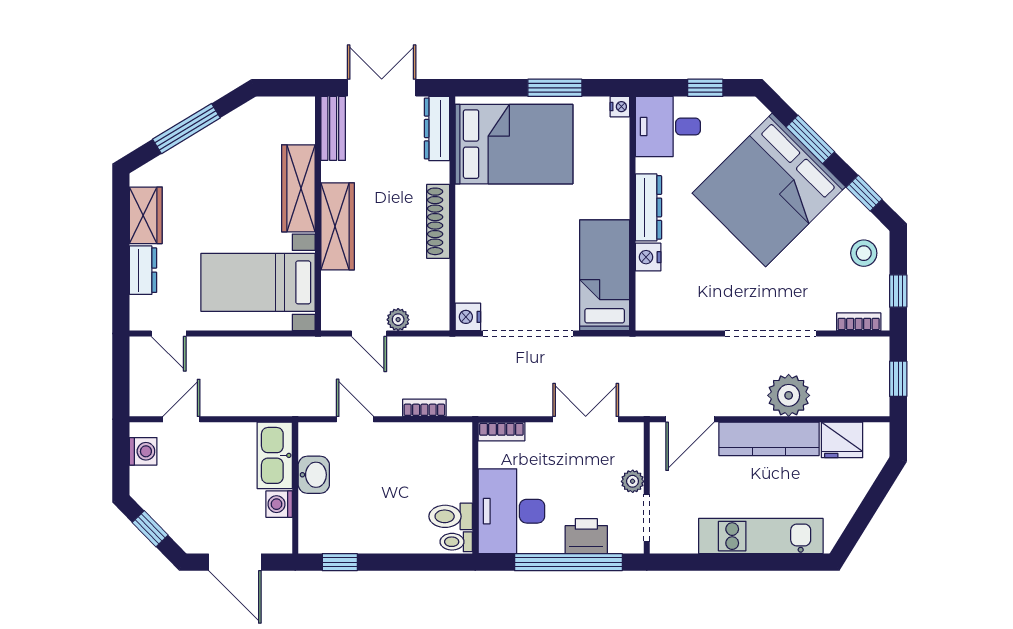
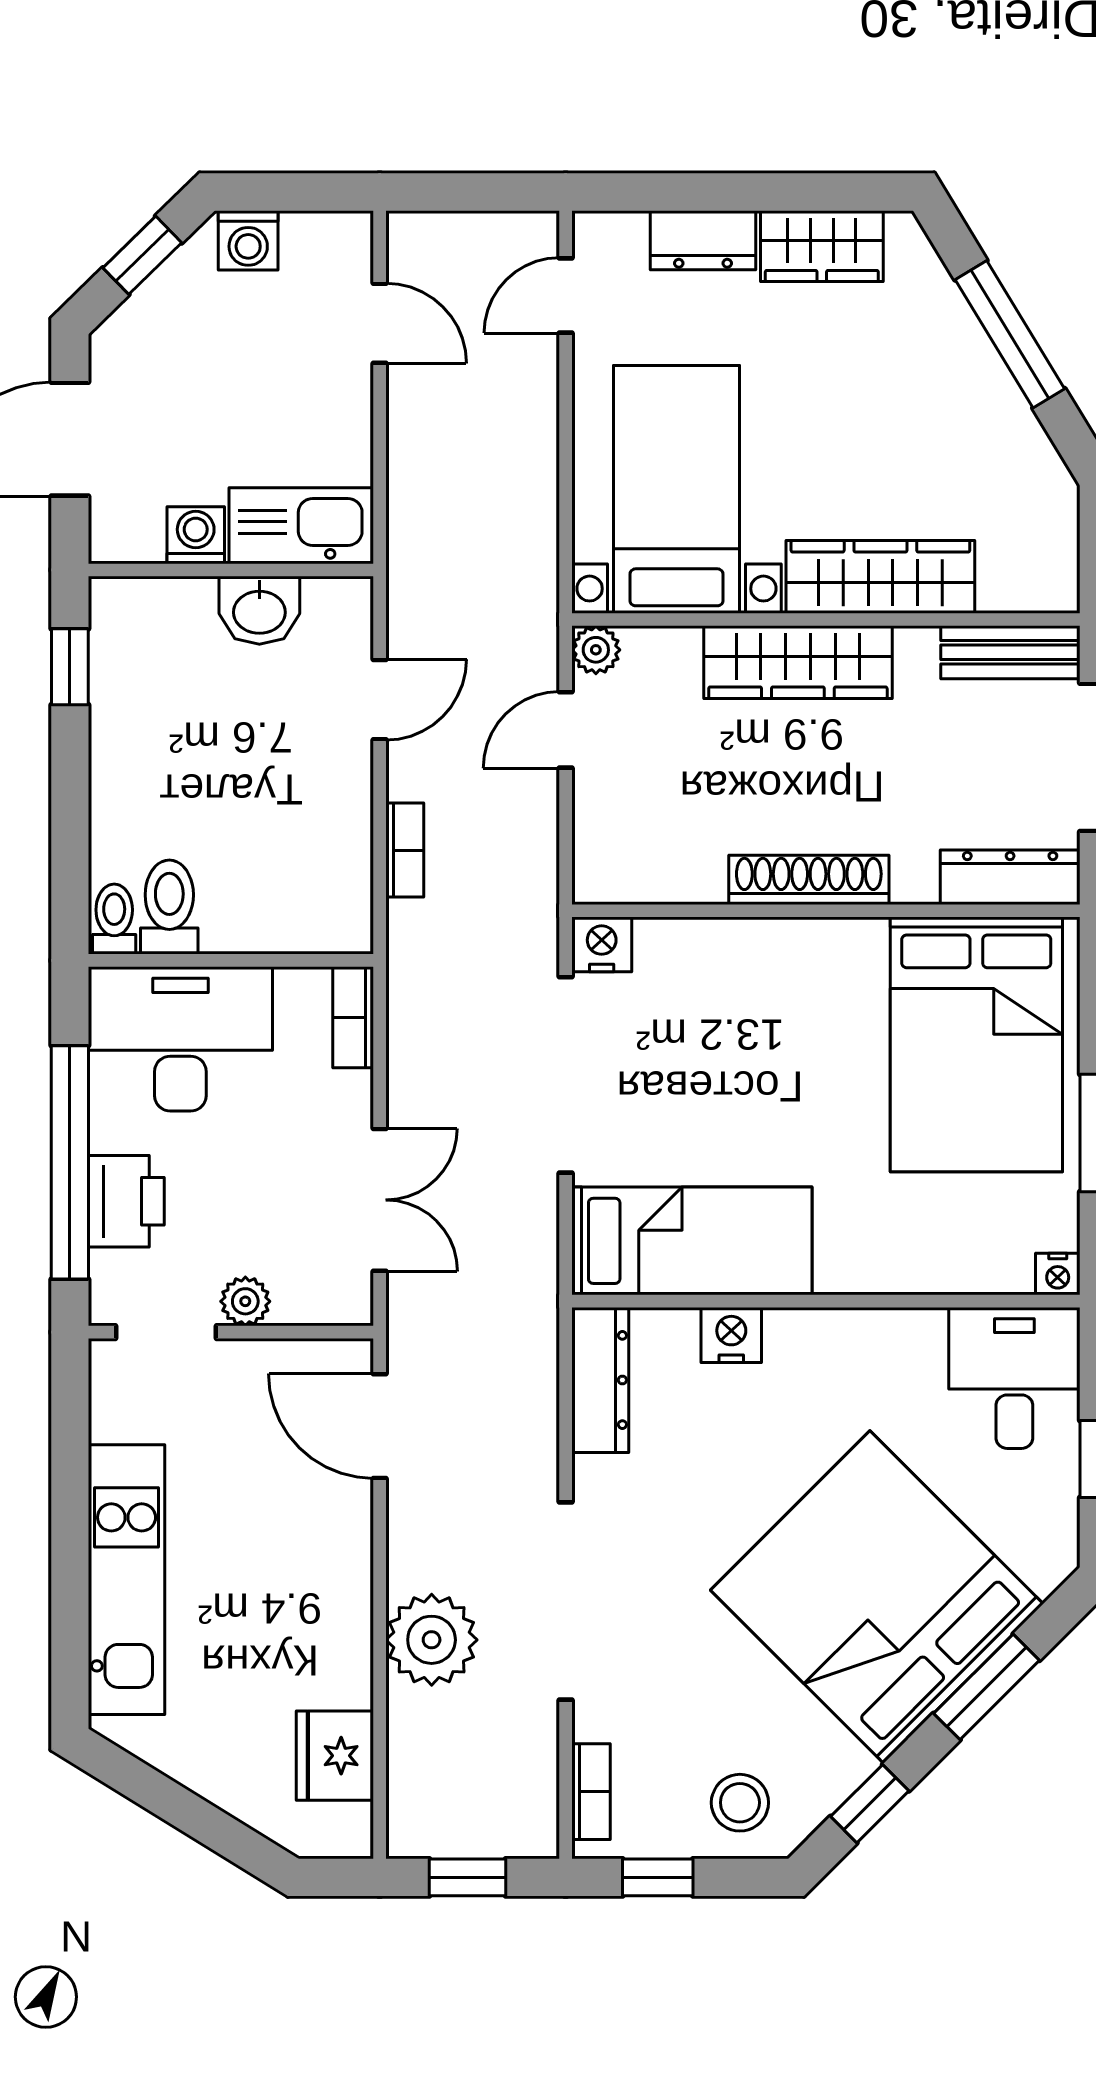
dresser: (648, 207) -> (600, 1380), moved, turned -90
plant: (398, 320) -> (596, 650), moved
kitchen counter: (769, 439) -> (337, 1597), removed
washing machine: (143, 451) -> (248, 240), moved

